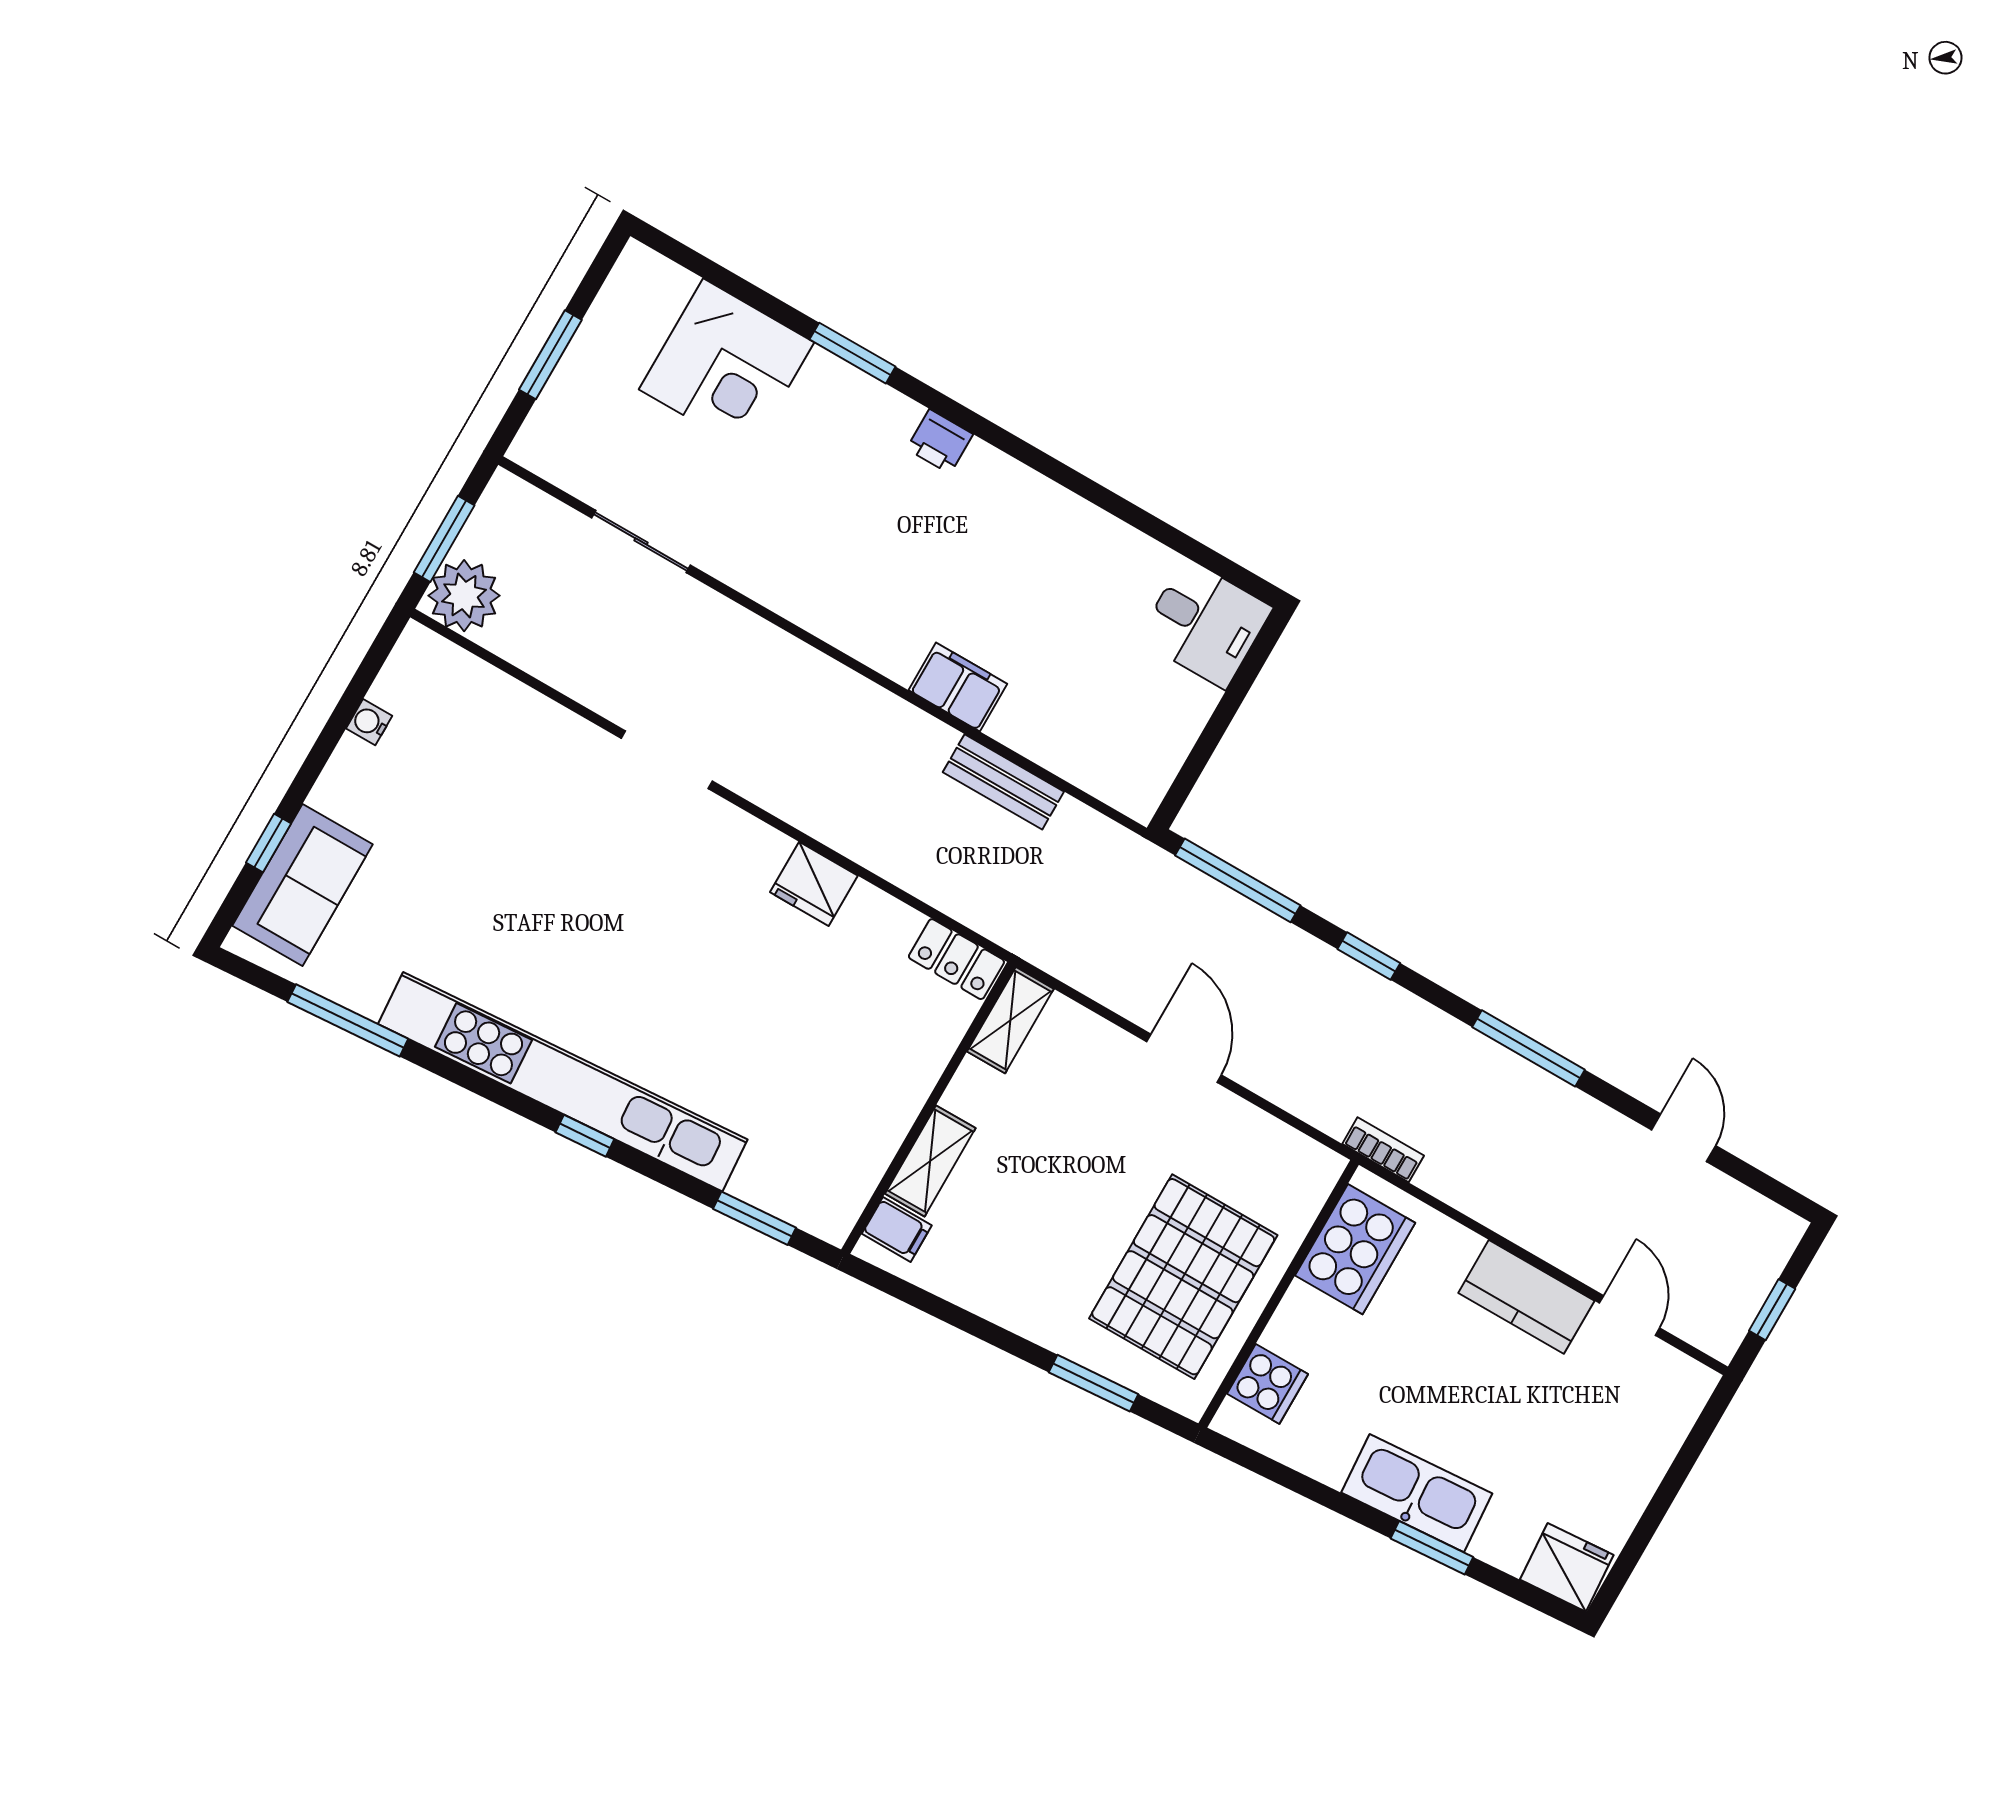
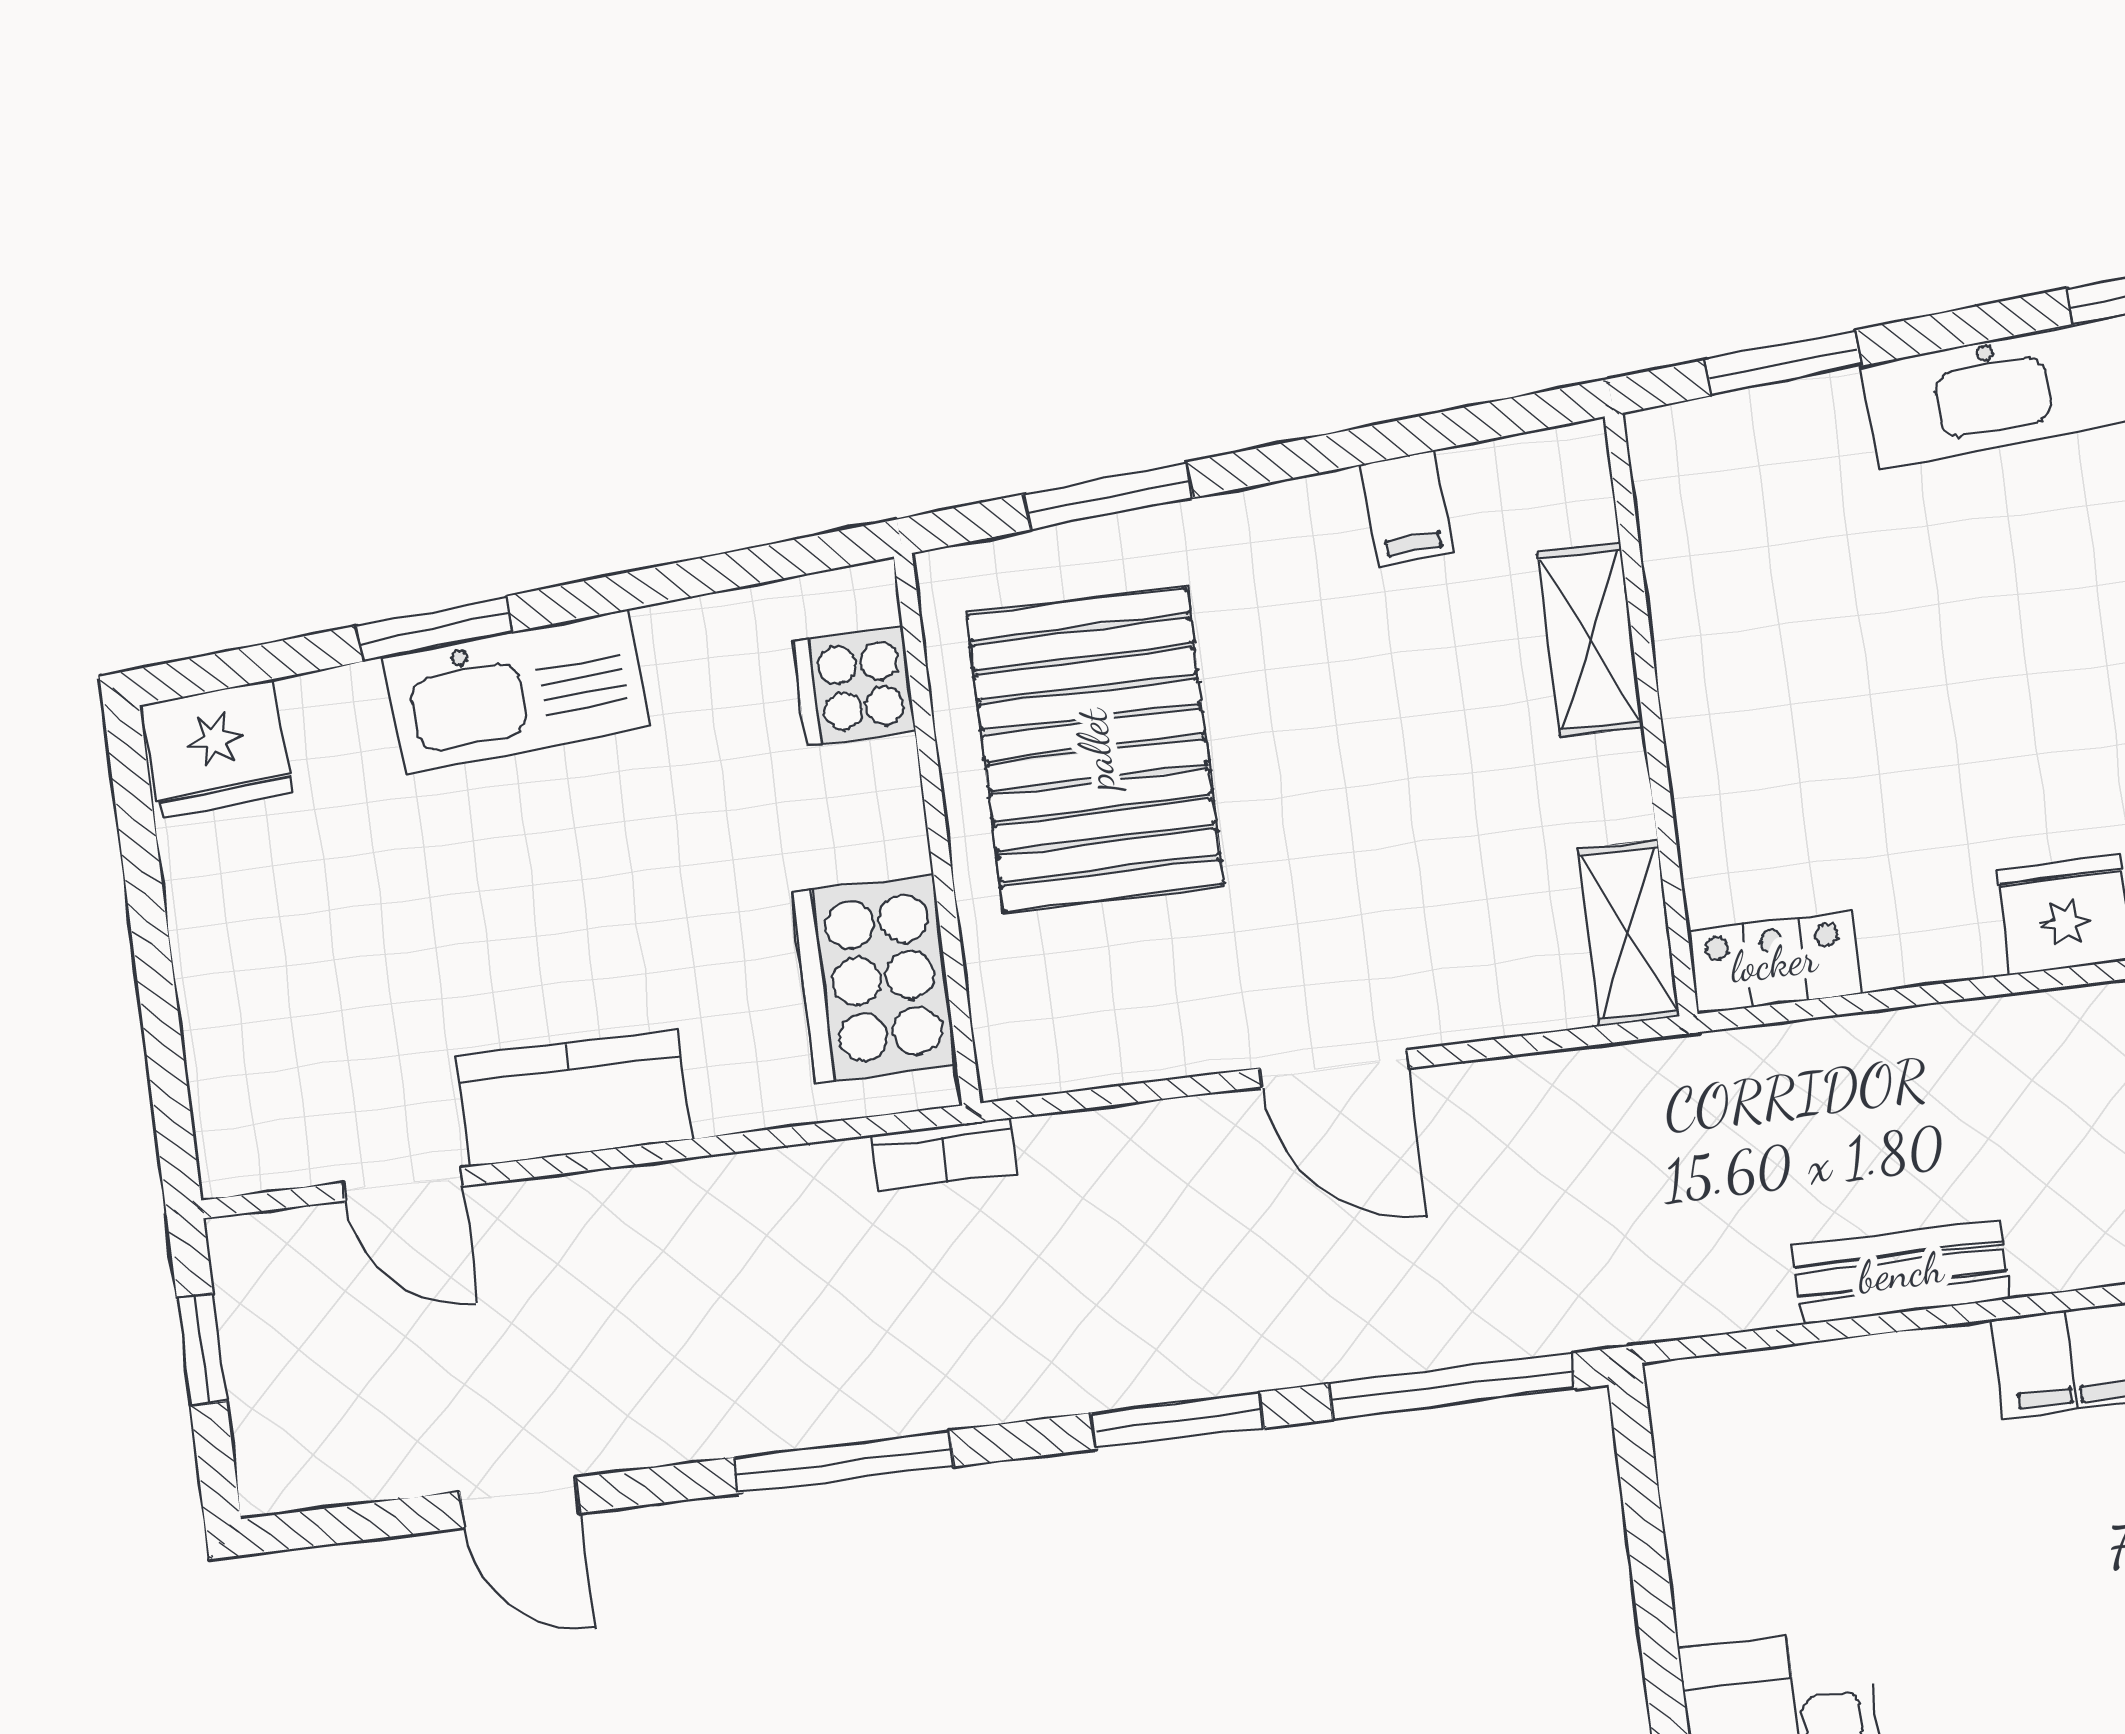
window: (1369, 956) -> (1178, 1421), width x1.50
filing cabinet: (897, 1229) -> (1407, 508), moved, turned -94

